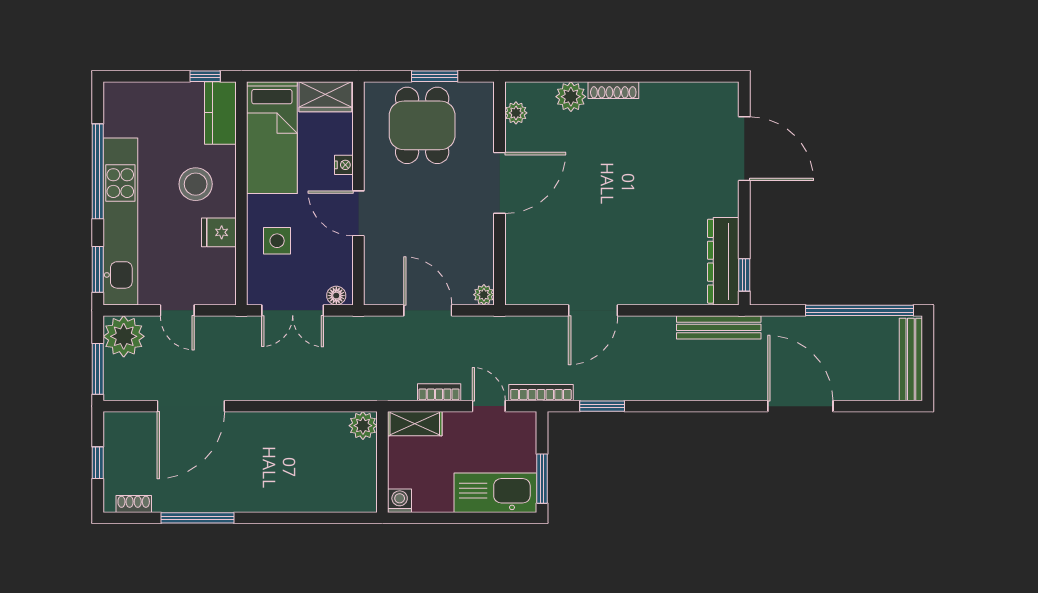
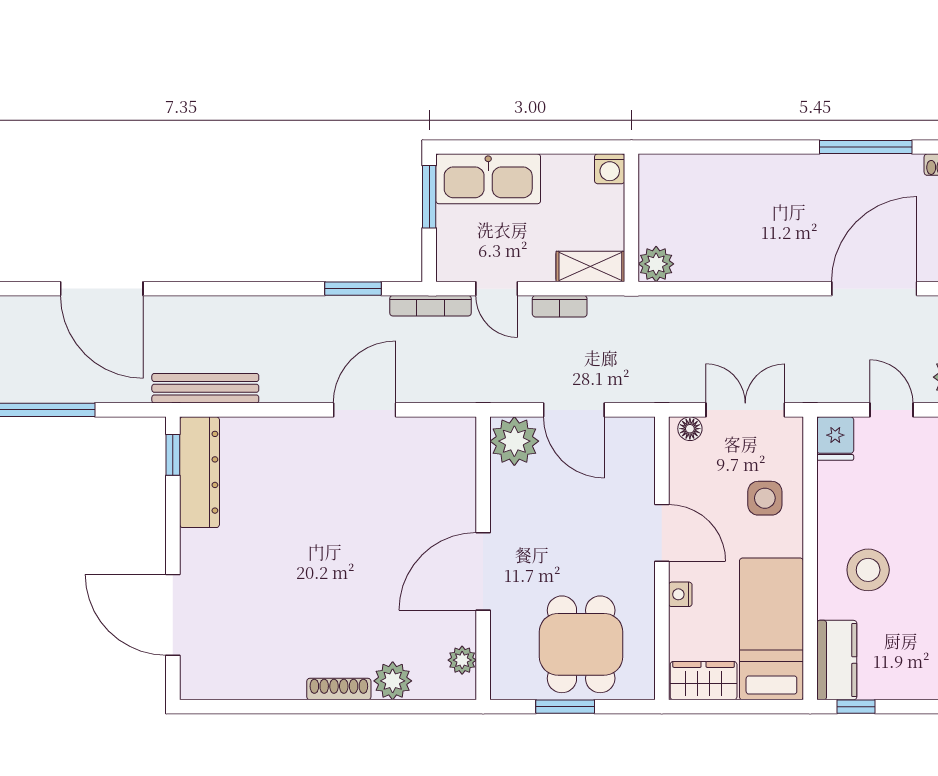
fridge: (219, 232) -> (835, 439), moved, turned 90
plant: (484, 295) -> (514, 441), width x1.88, depth x1.88

